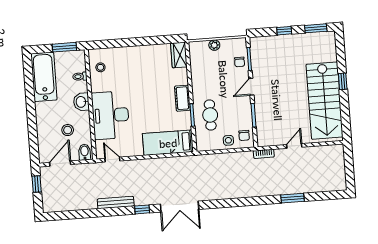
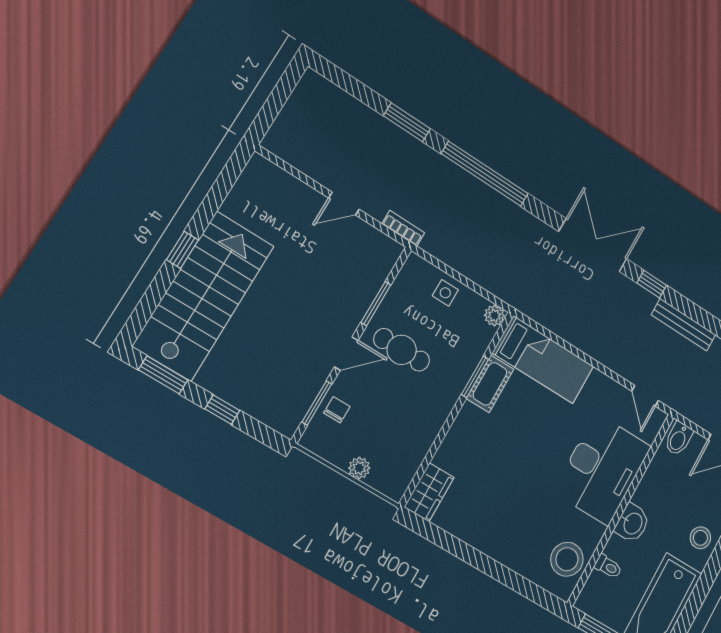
stool: (100, 67) -> (567, 559), width x1.89, depth x1.89
cot: (182, 98) -> (490, 384), moved
stairs: (325, 101) -> (204, 296), moved
cafe table: (210, 115) -> (402, 350), moved, turned 90
stool: (68, 130) -> (700, 538), moved
chair: (244, 135) -> (414, 282), removed
plant: (201, 146) -> (494, 316), added
window: (246, 202) -> (485, 174), added

